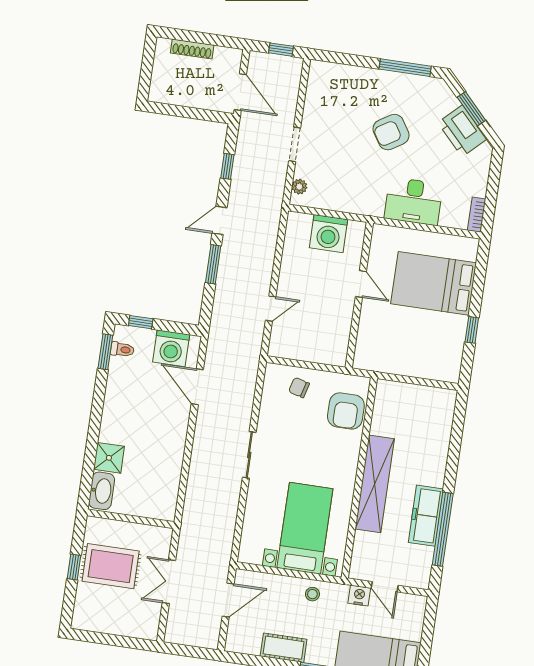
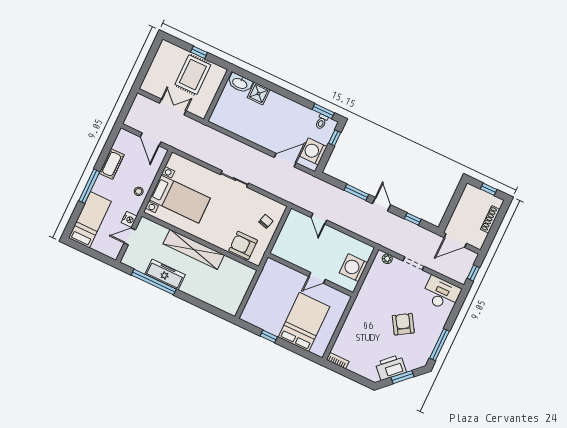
window: (147, 65) -> (489, 189), added
desk: (414, 201) -> (441, 294), moved, turned 90

